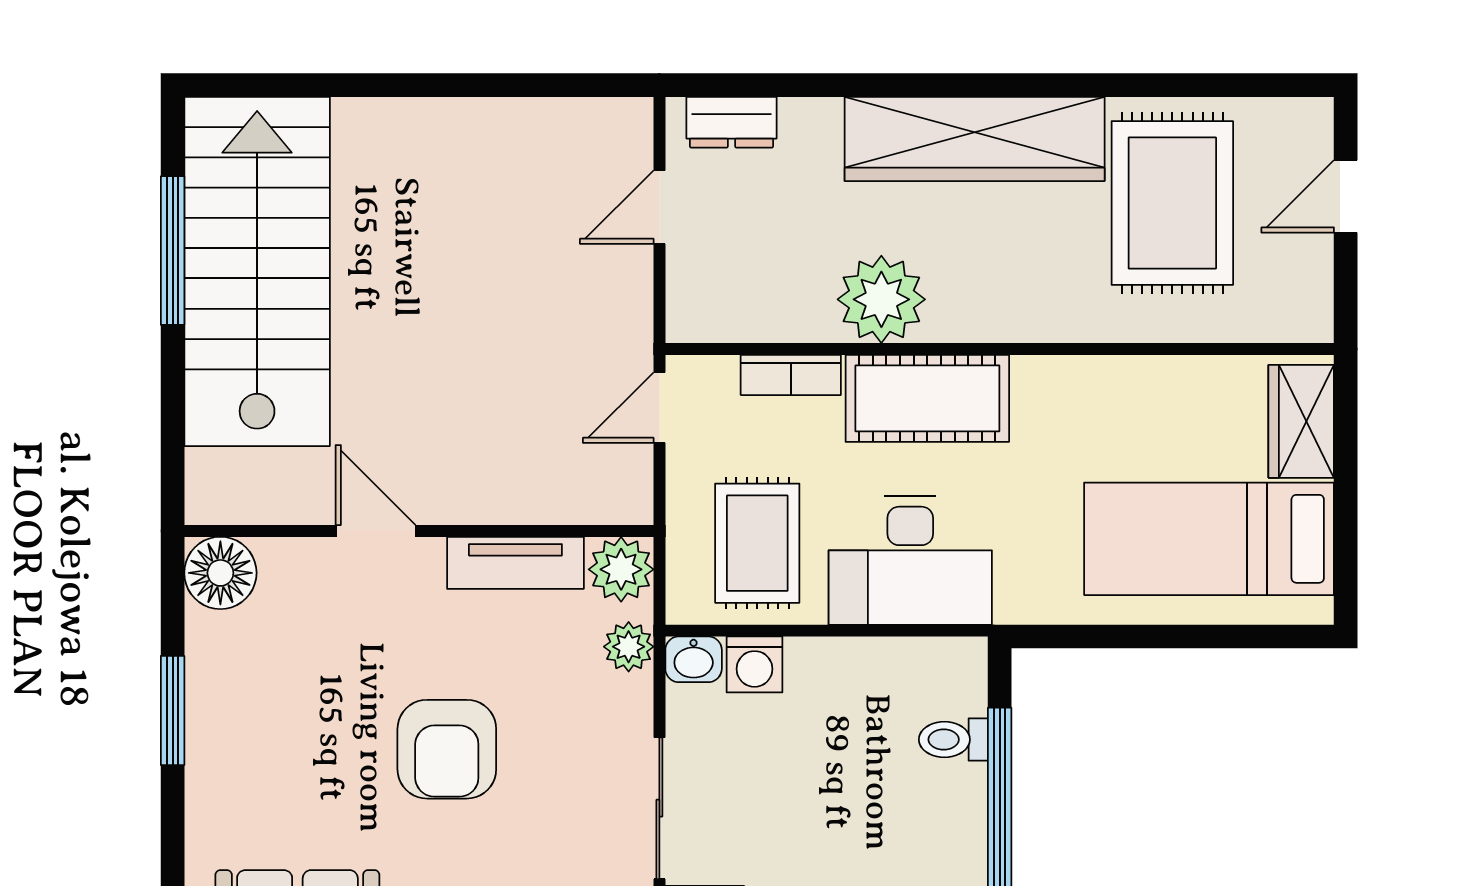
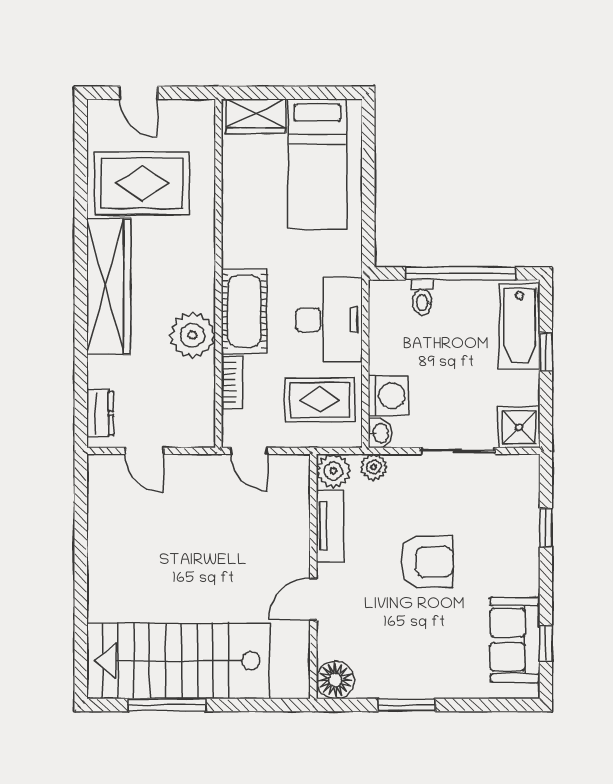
washing machine: (754, 664) -> (388, 396), width x1.38, depth x1.38

